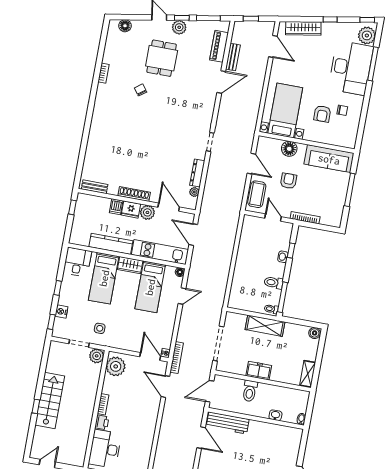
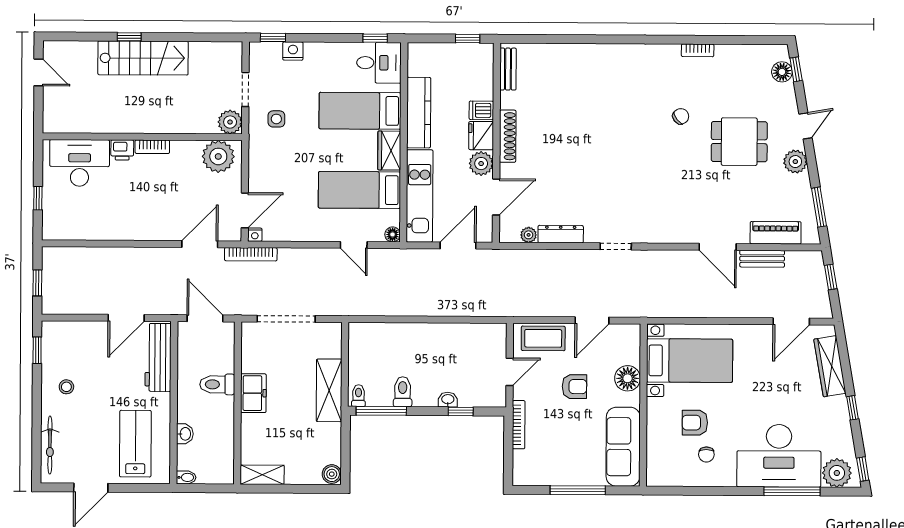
window: (182, 18) -> (796, 69), moved
window: (58, 288) -> (375, 38), moved
lab bench: (276, 445) -> (135, 444), added

